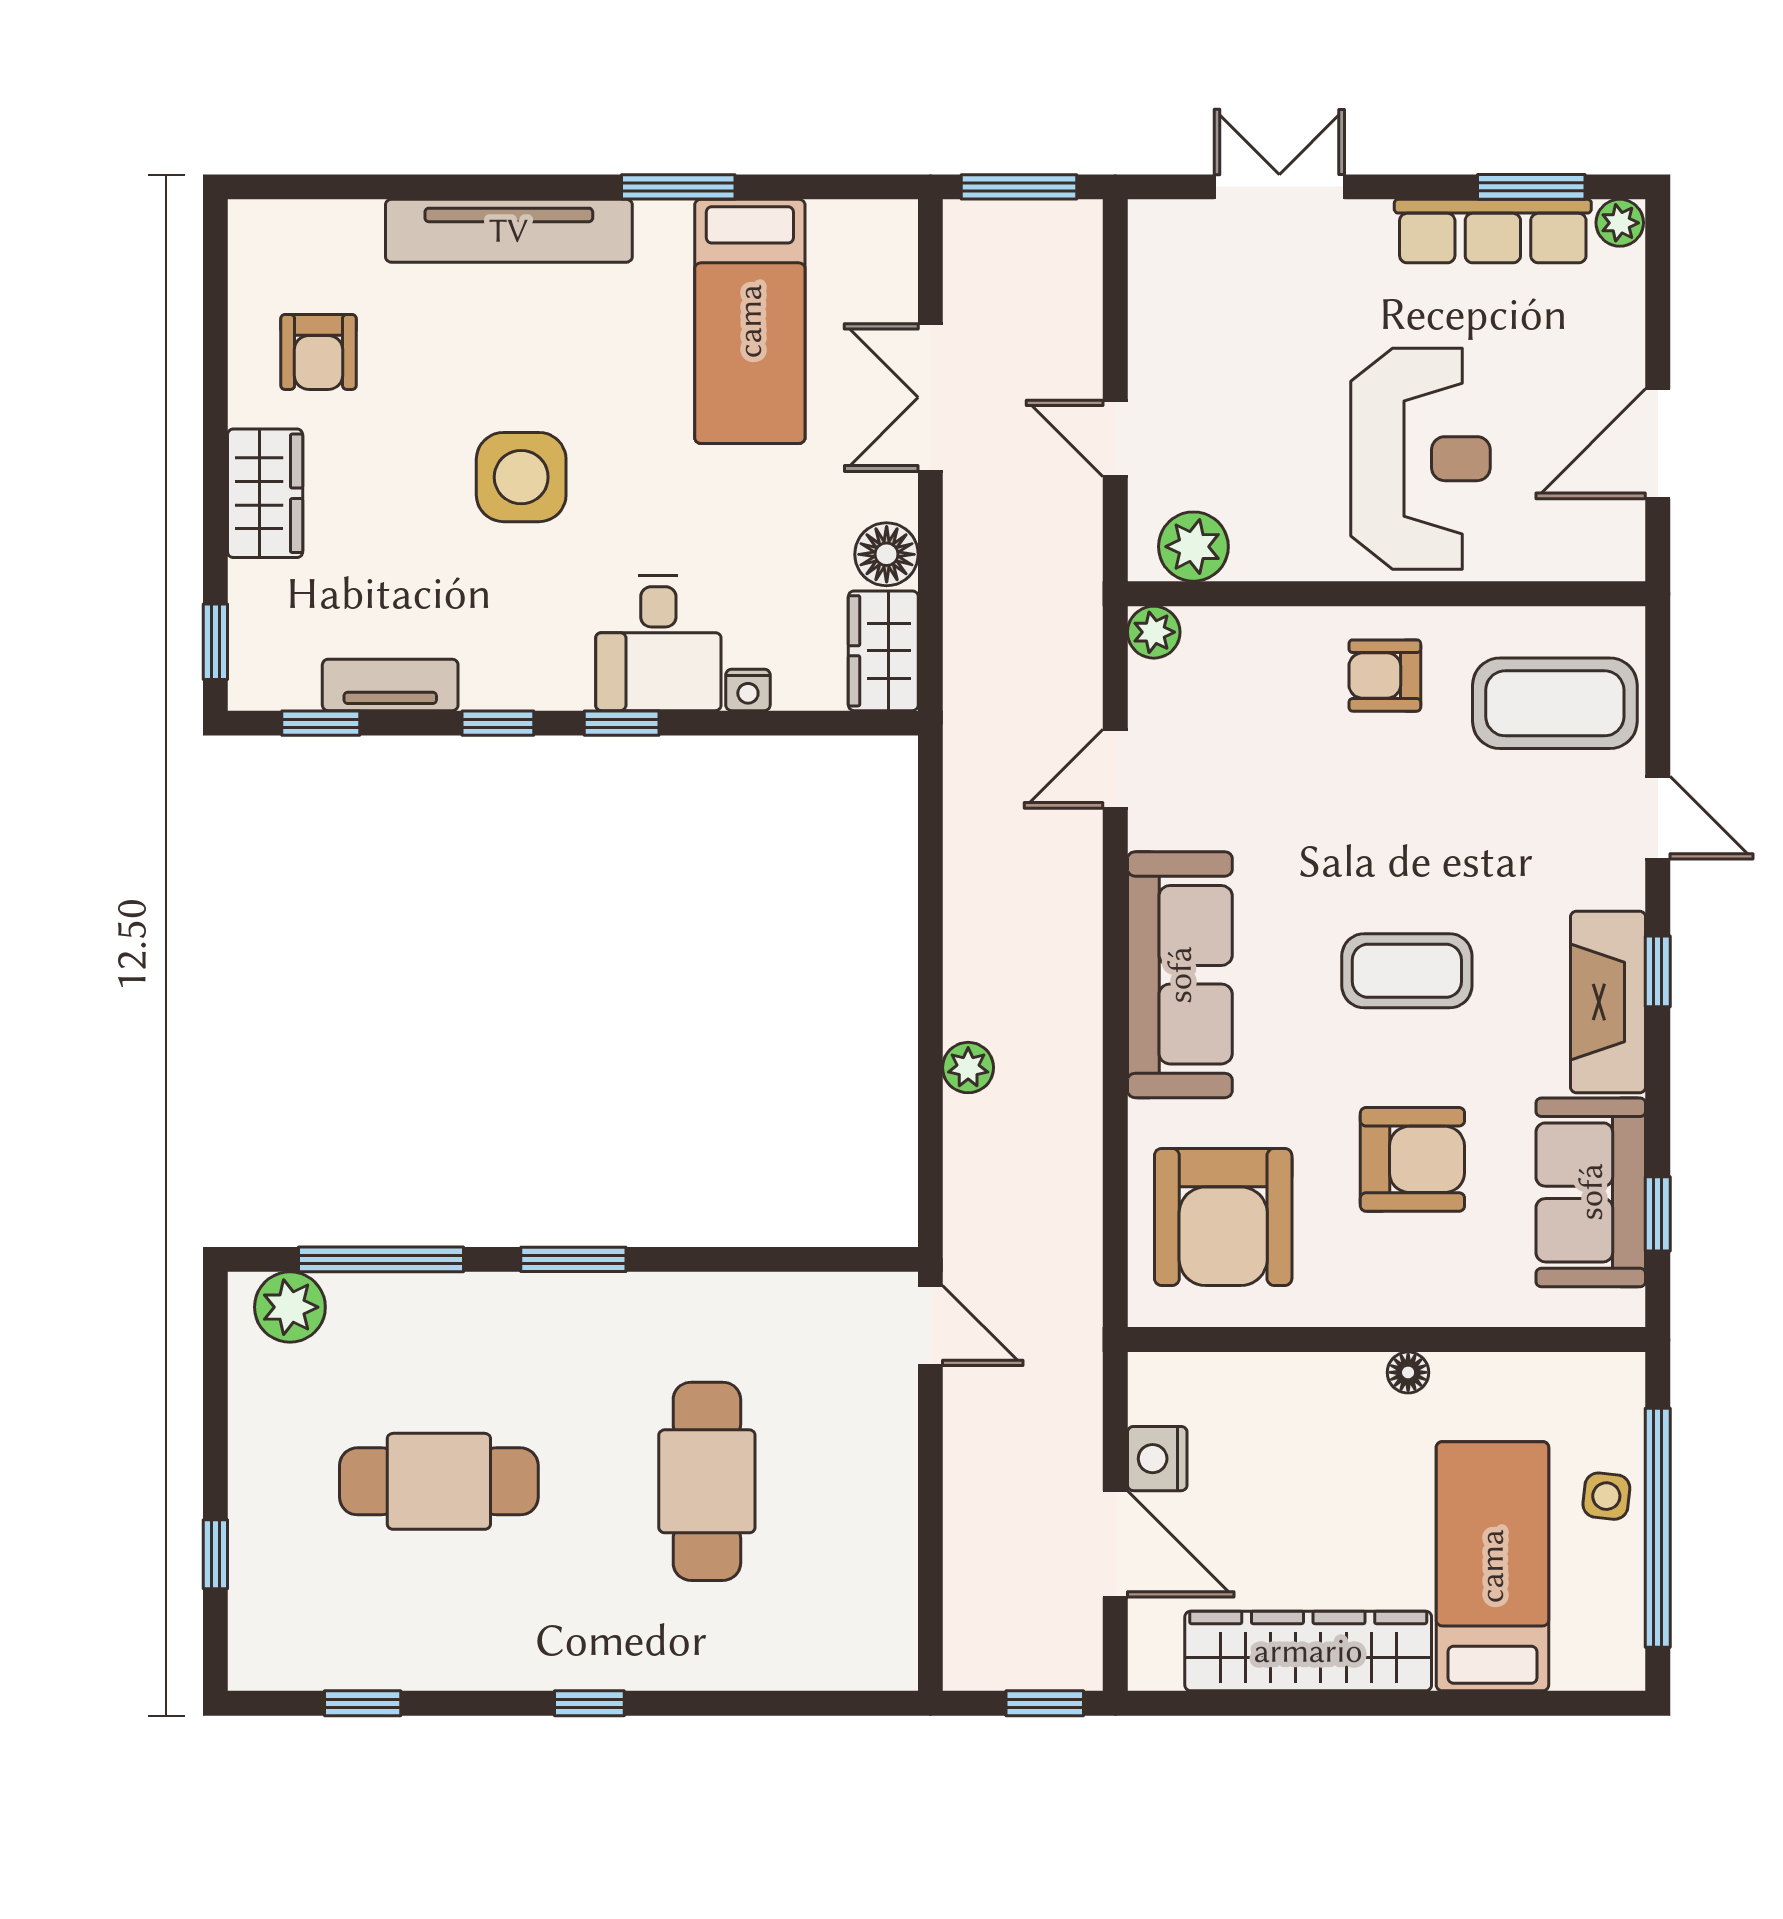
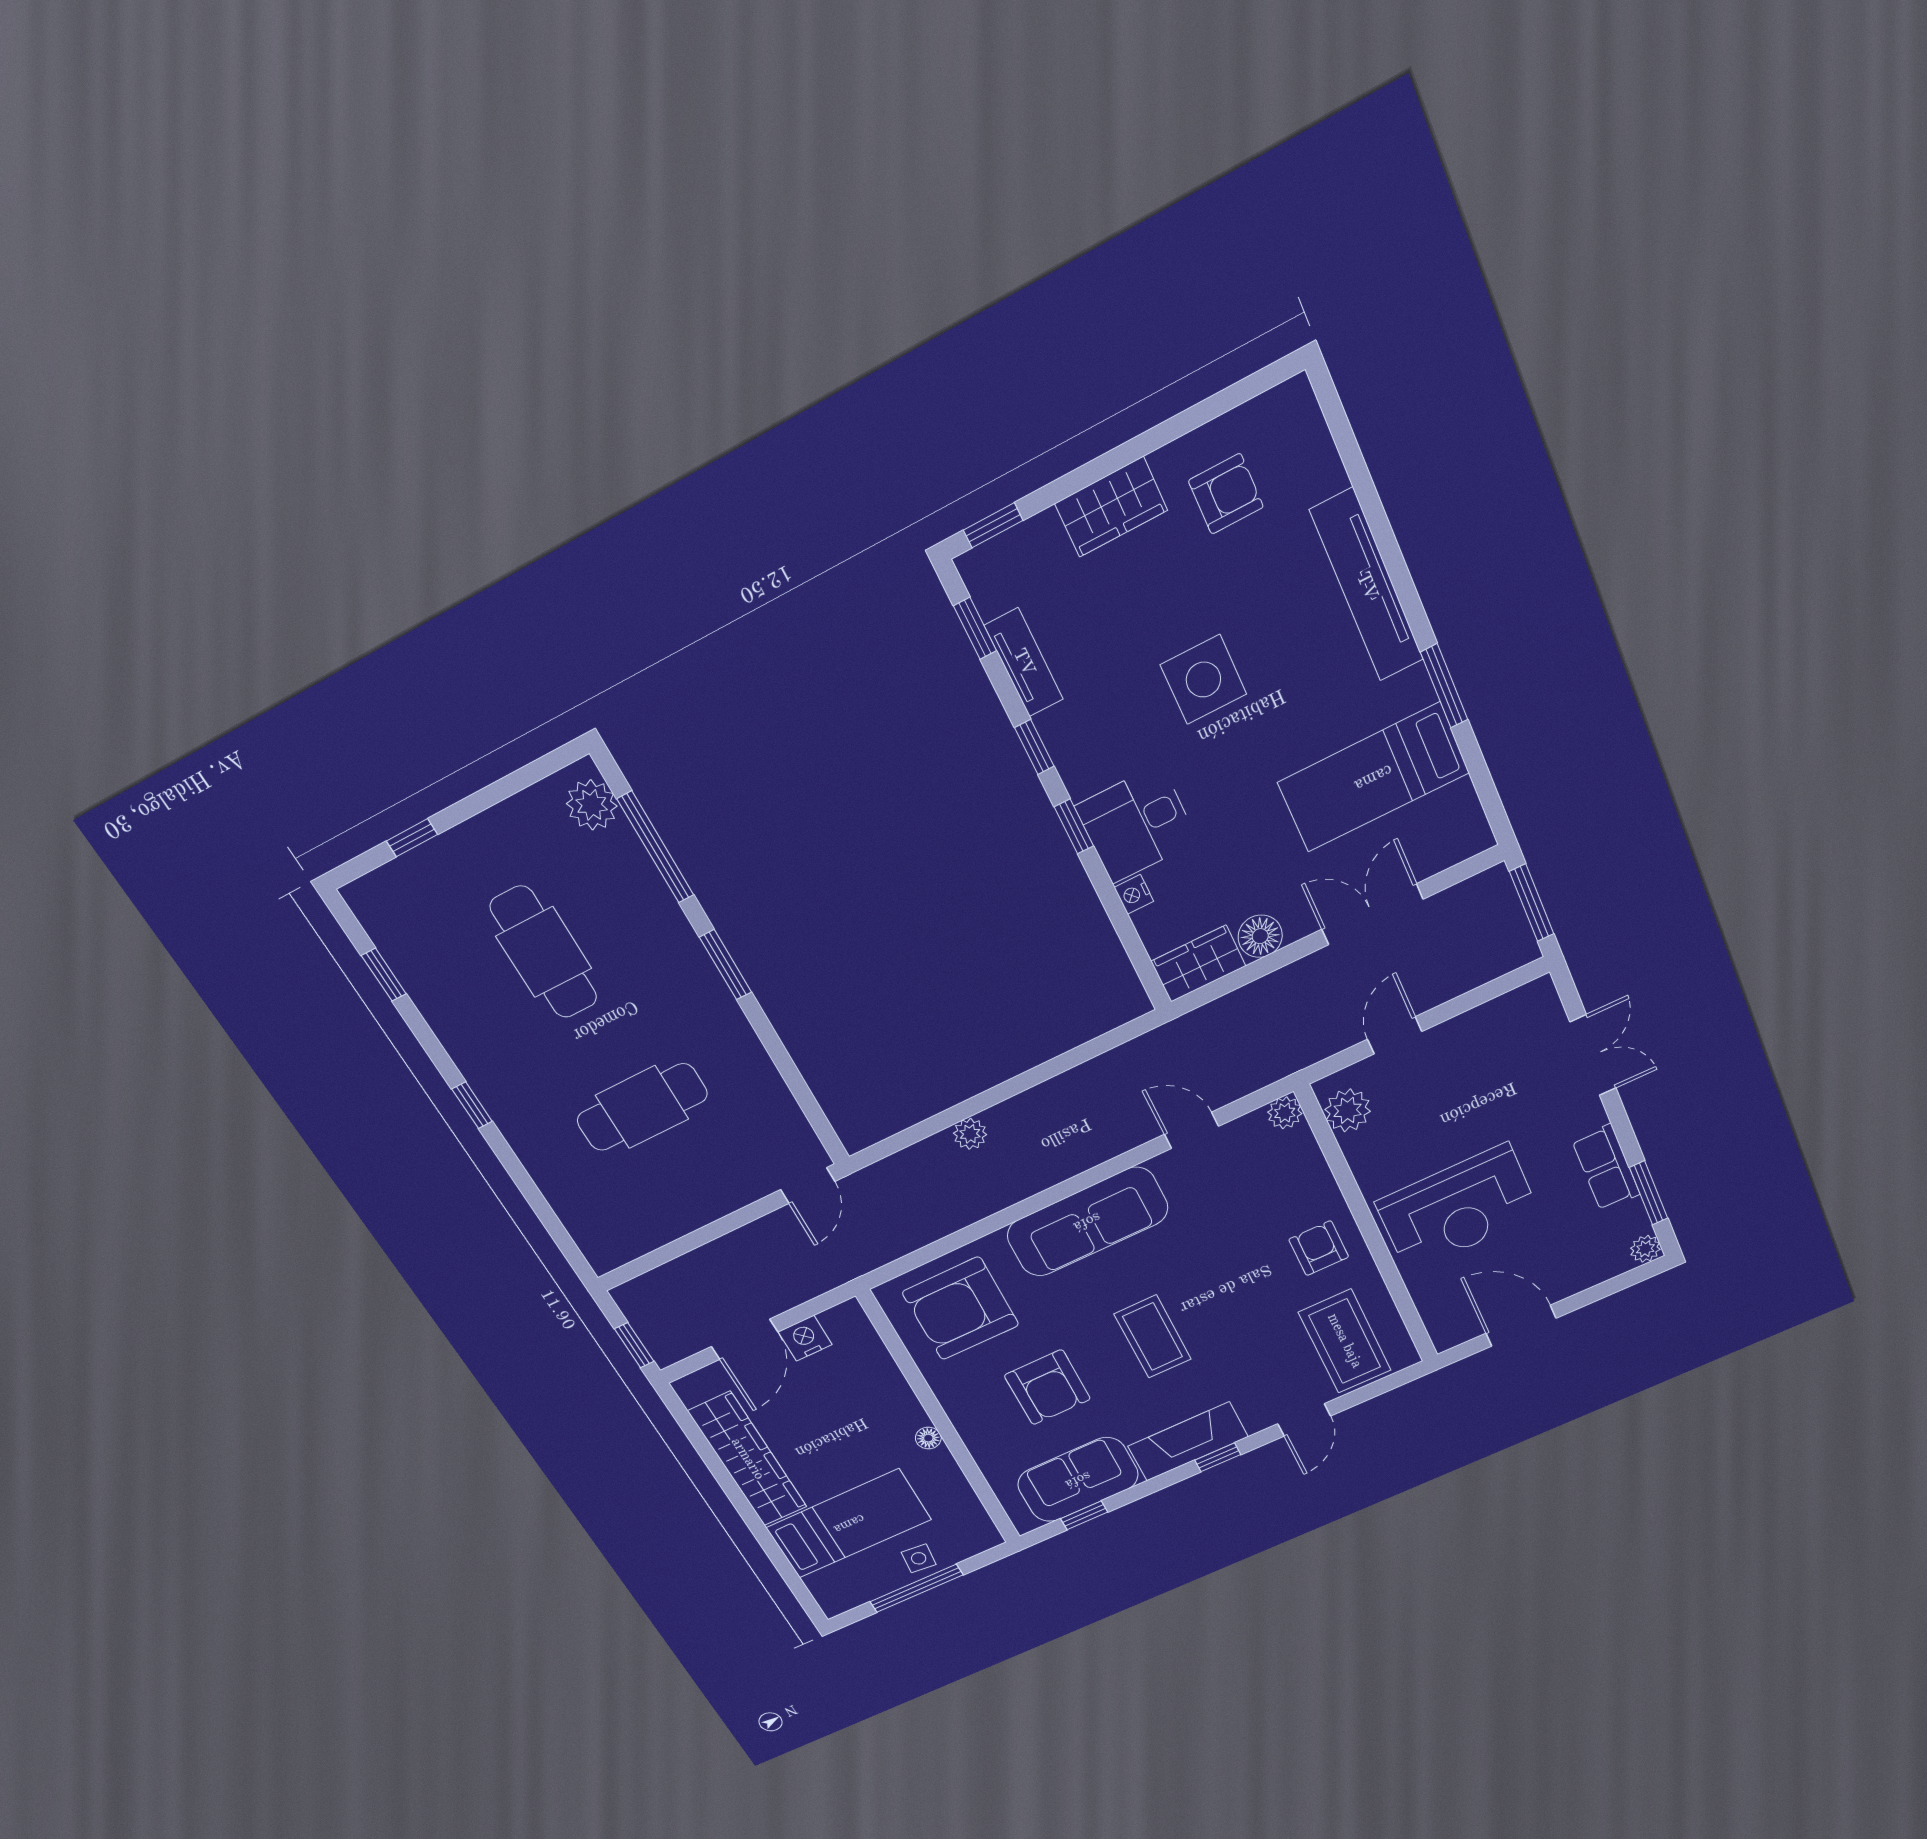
row of seats: (1493, 231) -> (1606, 1168), width x0.68
armchair: (319, 352) -> (1226, 494), turned 180
window: (1658, 1528) -> (916, 1588), width x0.68

